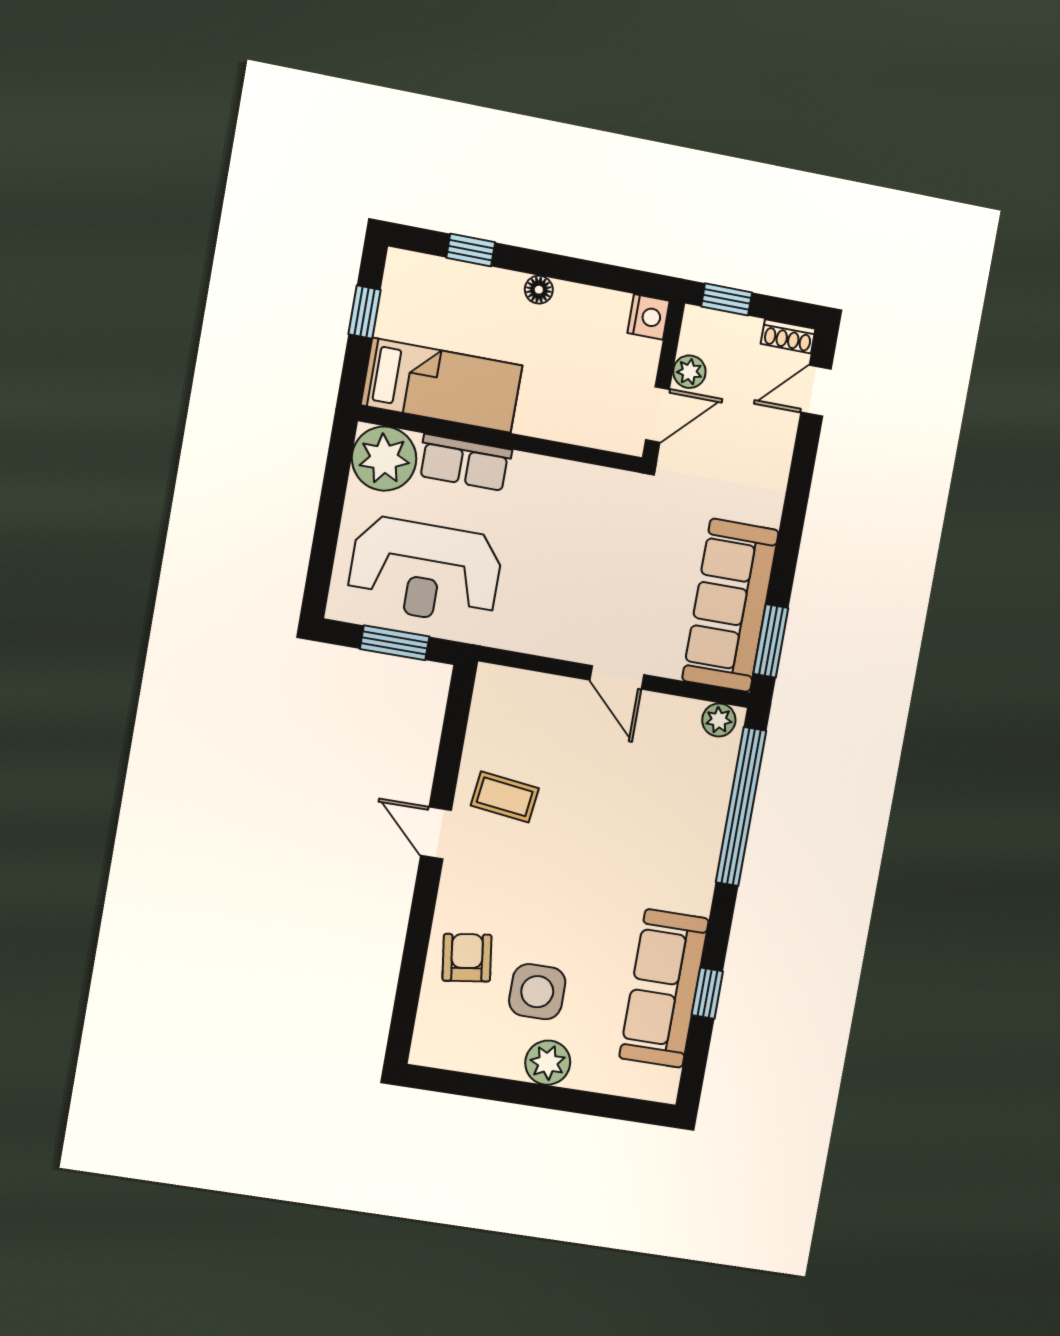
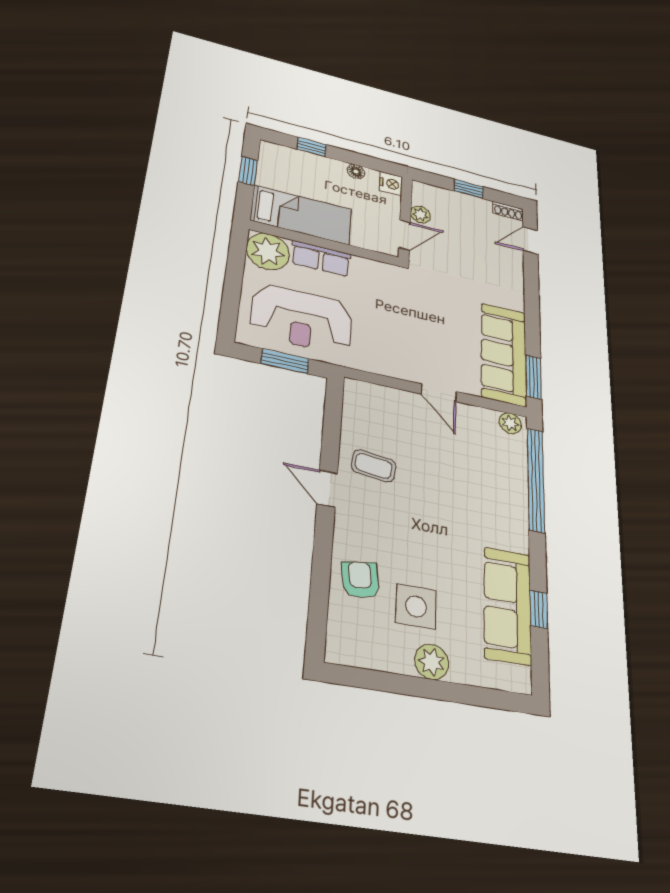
nightstand: (649, 317) -> (391, 184), moved
plant: (689, 372) -> (420, 215), moved
wall: (664, 381) -> (405, 218), moved
door: (657, 414) -> (405, 235), moved

